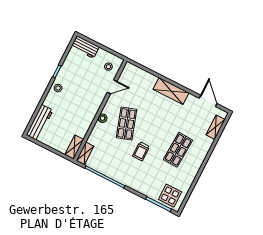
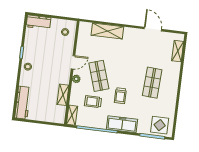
door: (112, 87) -> (73, 62), moved
shelving: (171, 91) -> (107, 31), moved
door: (208, 101) -> (153, 29), moved
shelving: (74, 147) -> (63, 95), moved
trolley: (111, 147) -> (93, 102), added
freezer: (132, 181) -> (122, 124), added

